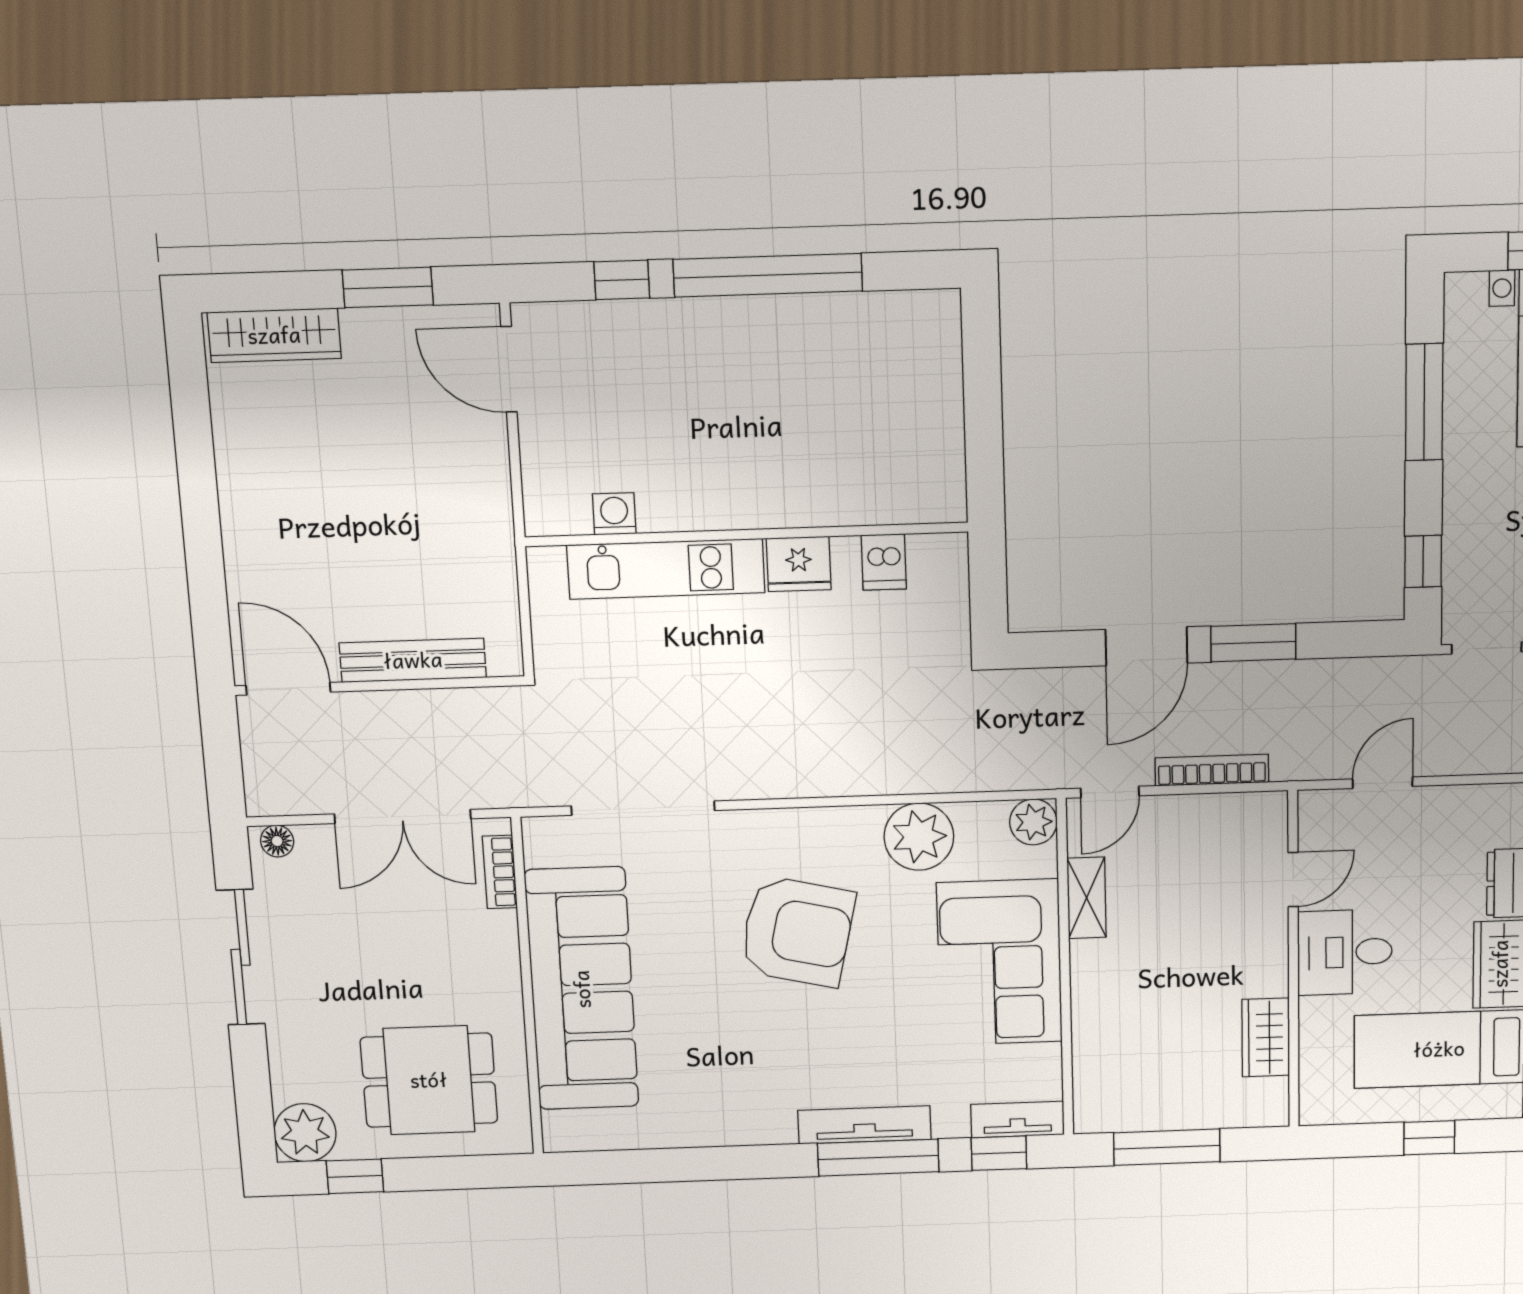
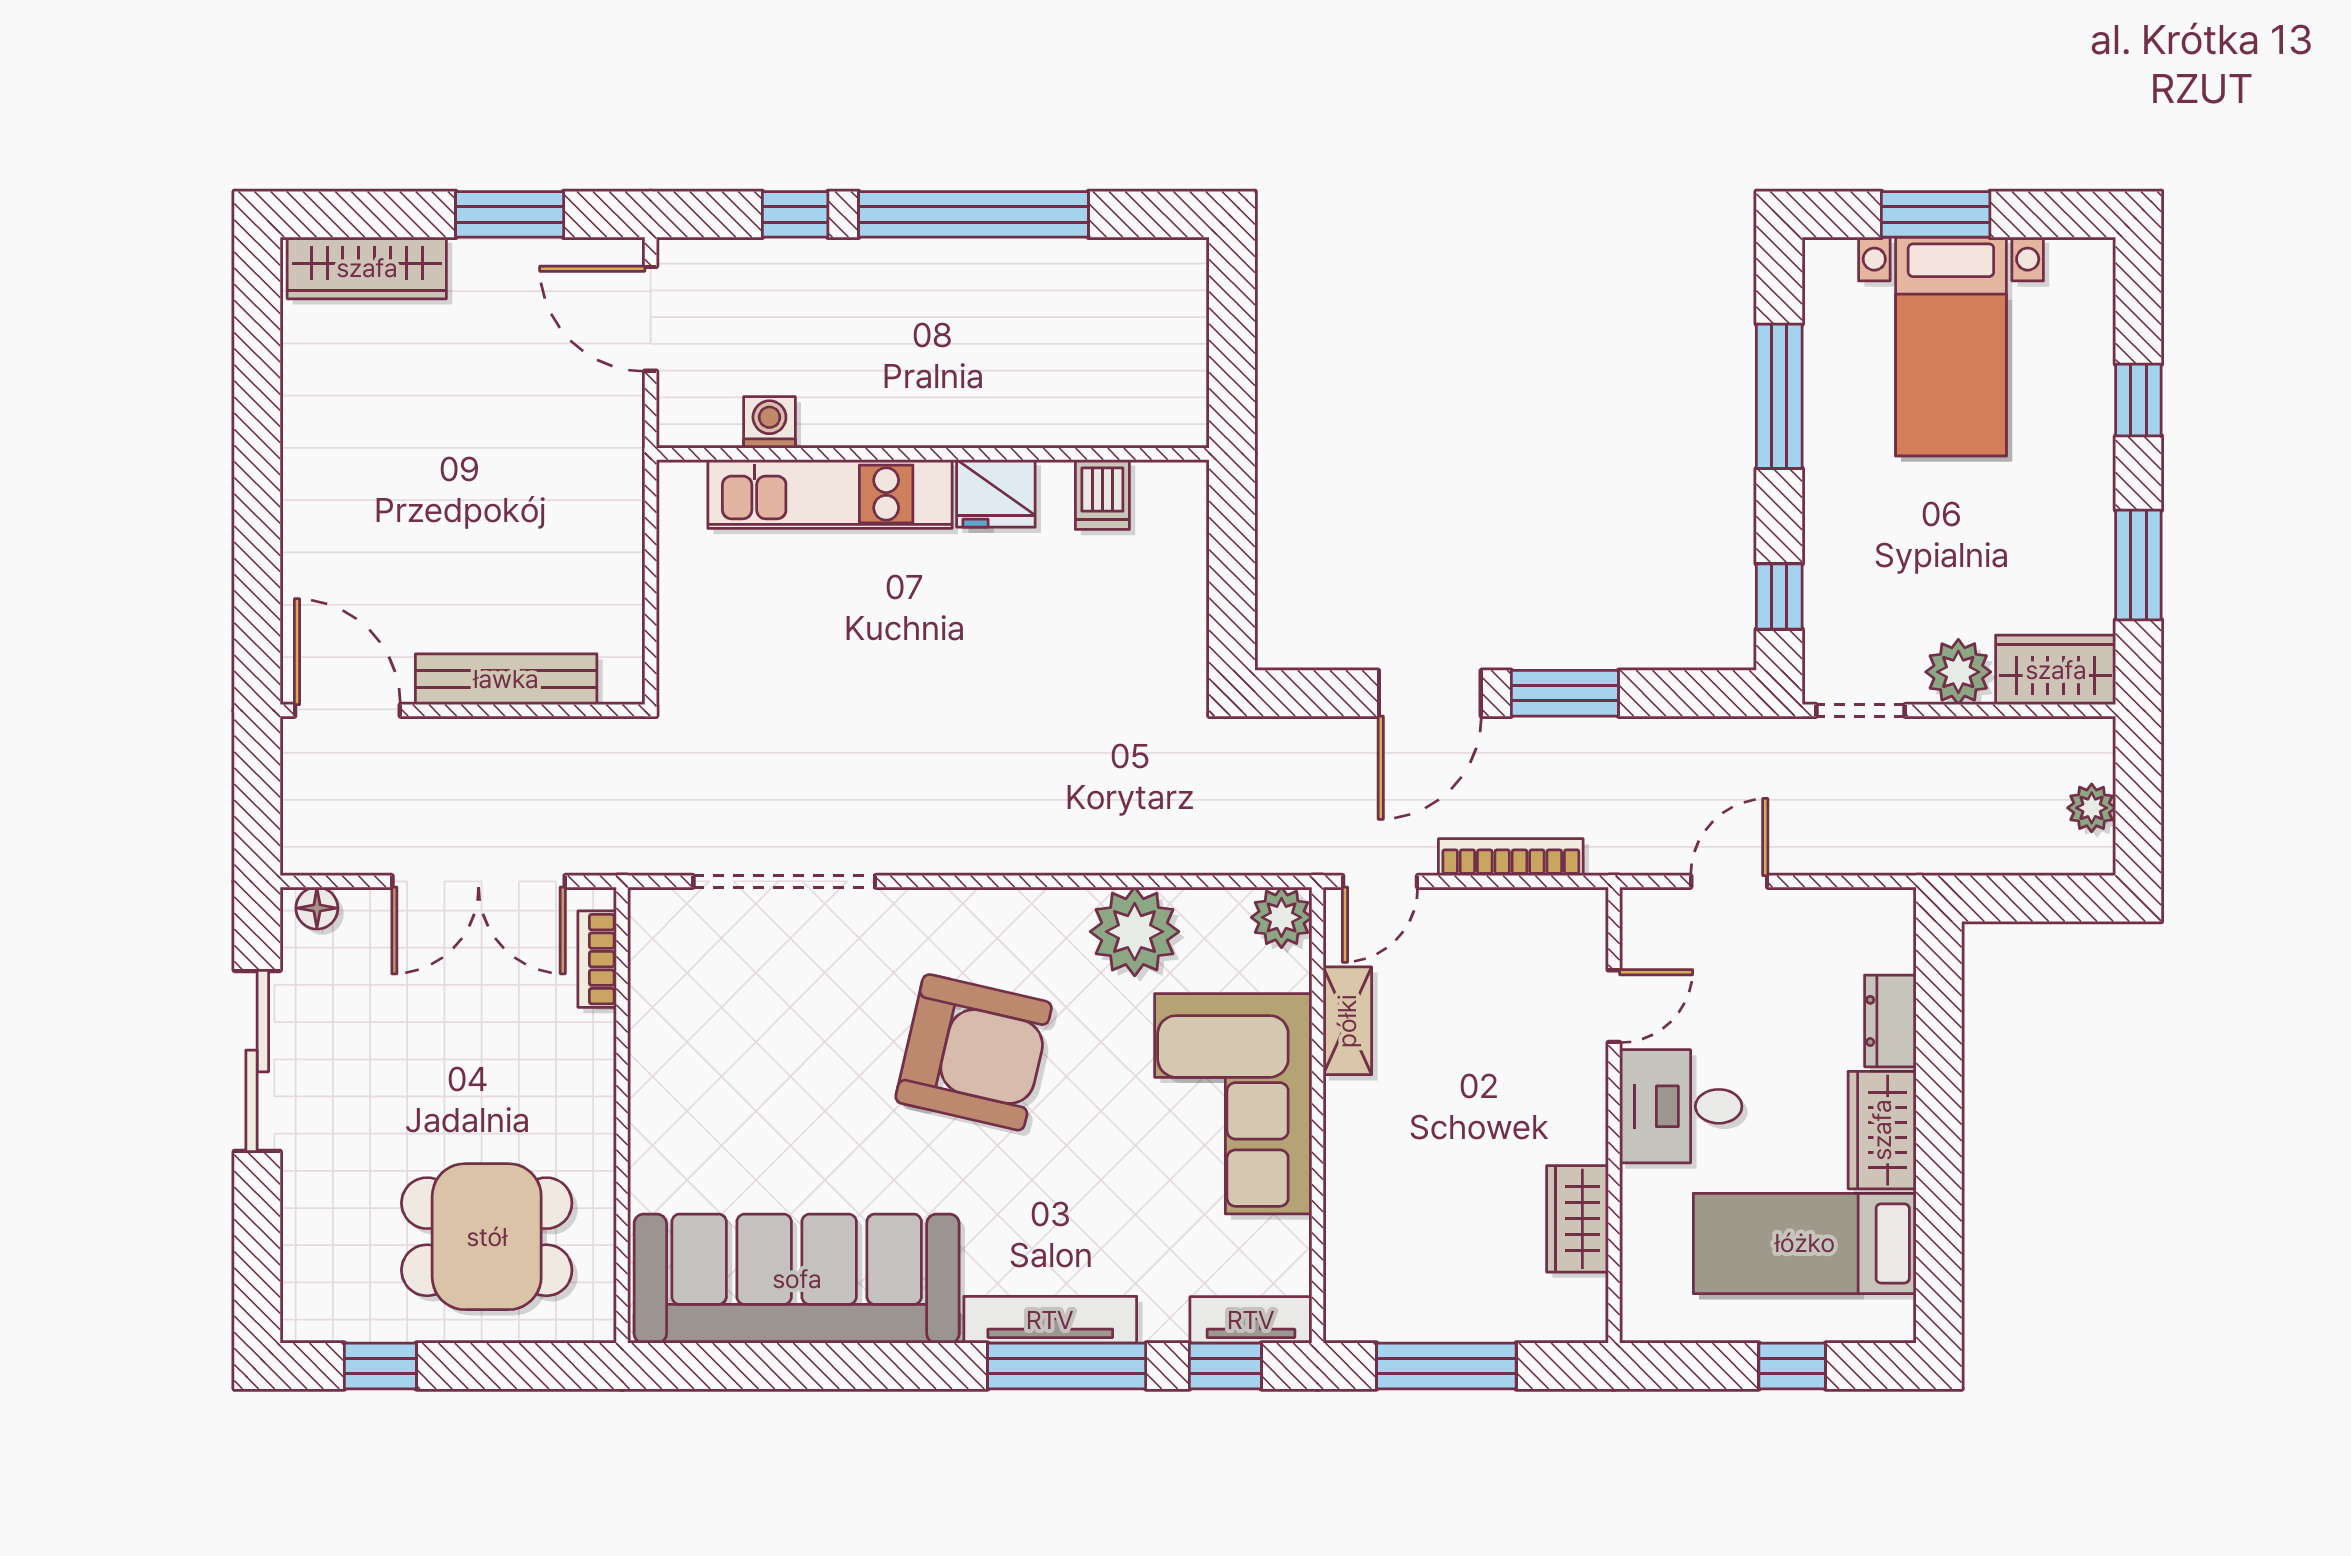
washing machine: (614, 514) -> (769, 422), moved
wall: (747, 534) -> (933, 454), moved
dishwasher: (884, 562) -> (1102, 494), moved
fridge: (799, 564) -> (996, 493), moved
kitchen unit: (666, 569) -> (830, 494), moved
sofa: (582, 989) -> (797, 1279), moved, turned -90
plant: (305, 1133) -> (320, 1303), removed

